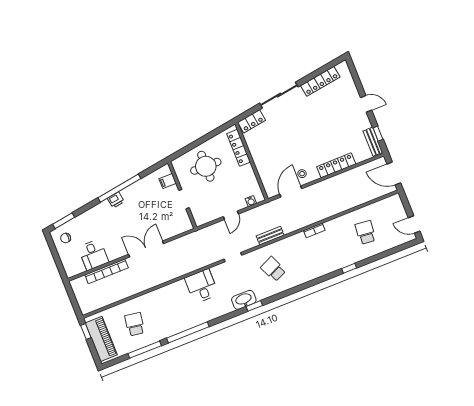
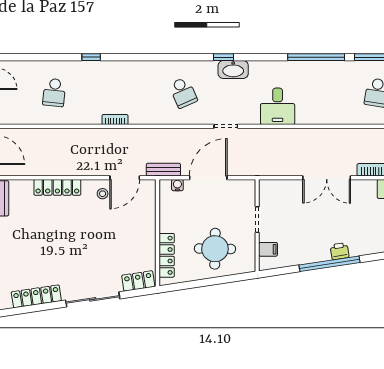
door: (231, 215) -> (208, 178), width x1.87
bench: (270, 236) -> (163, 170), moved

